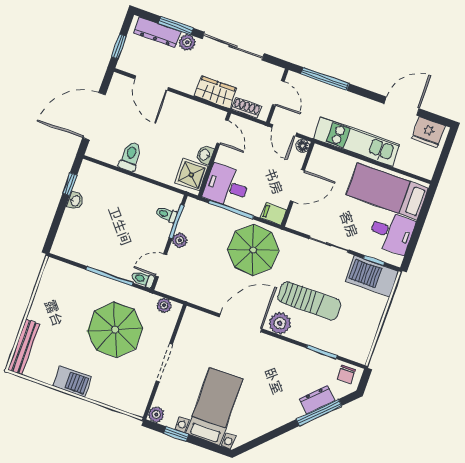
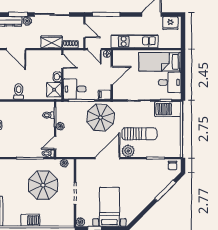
dresser: (317, 400) -> (162, 184), removed

